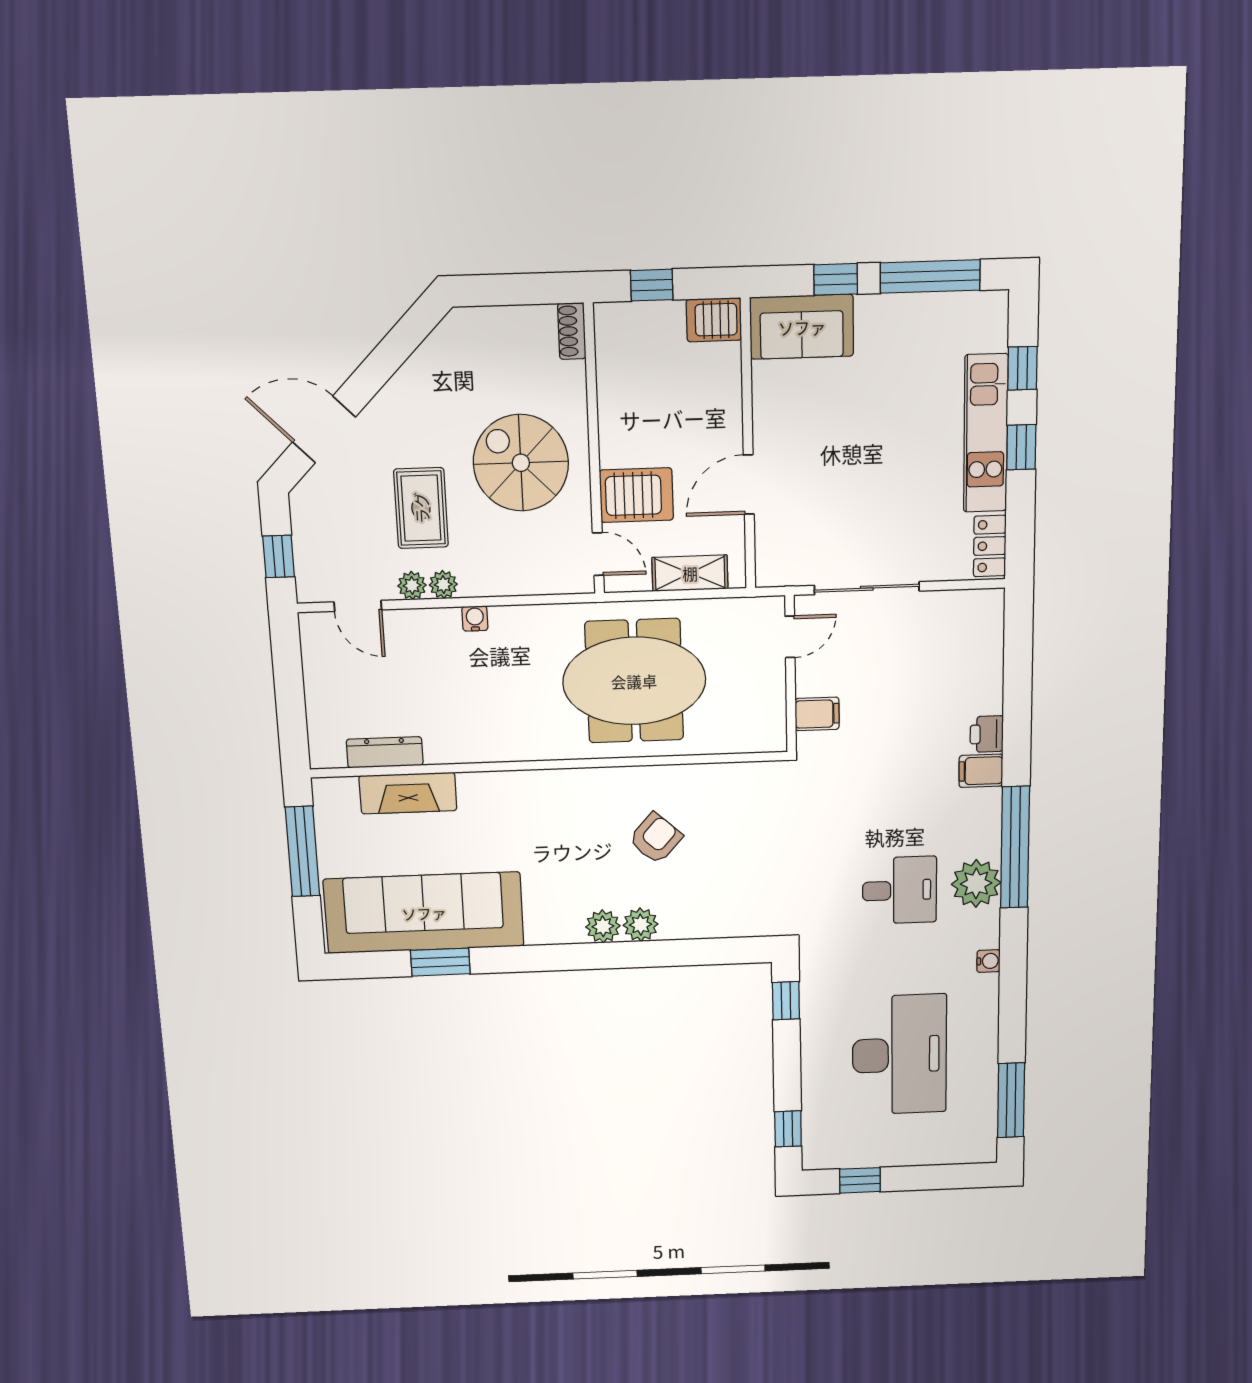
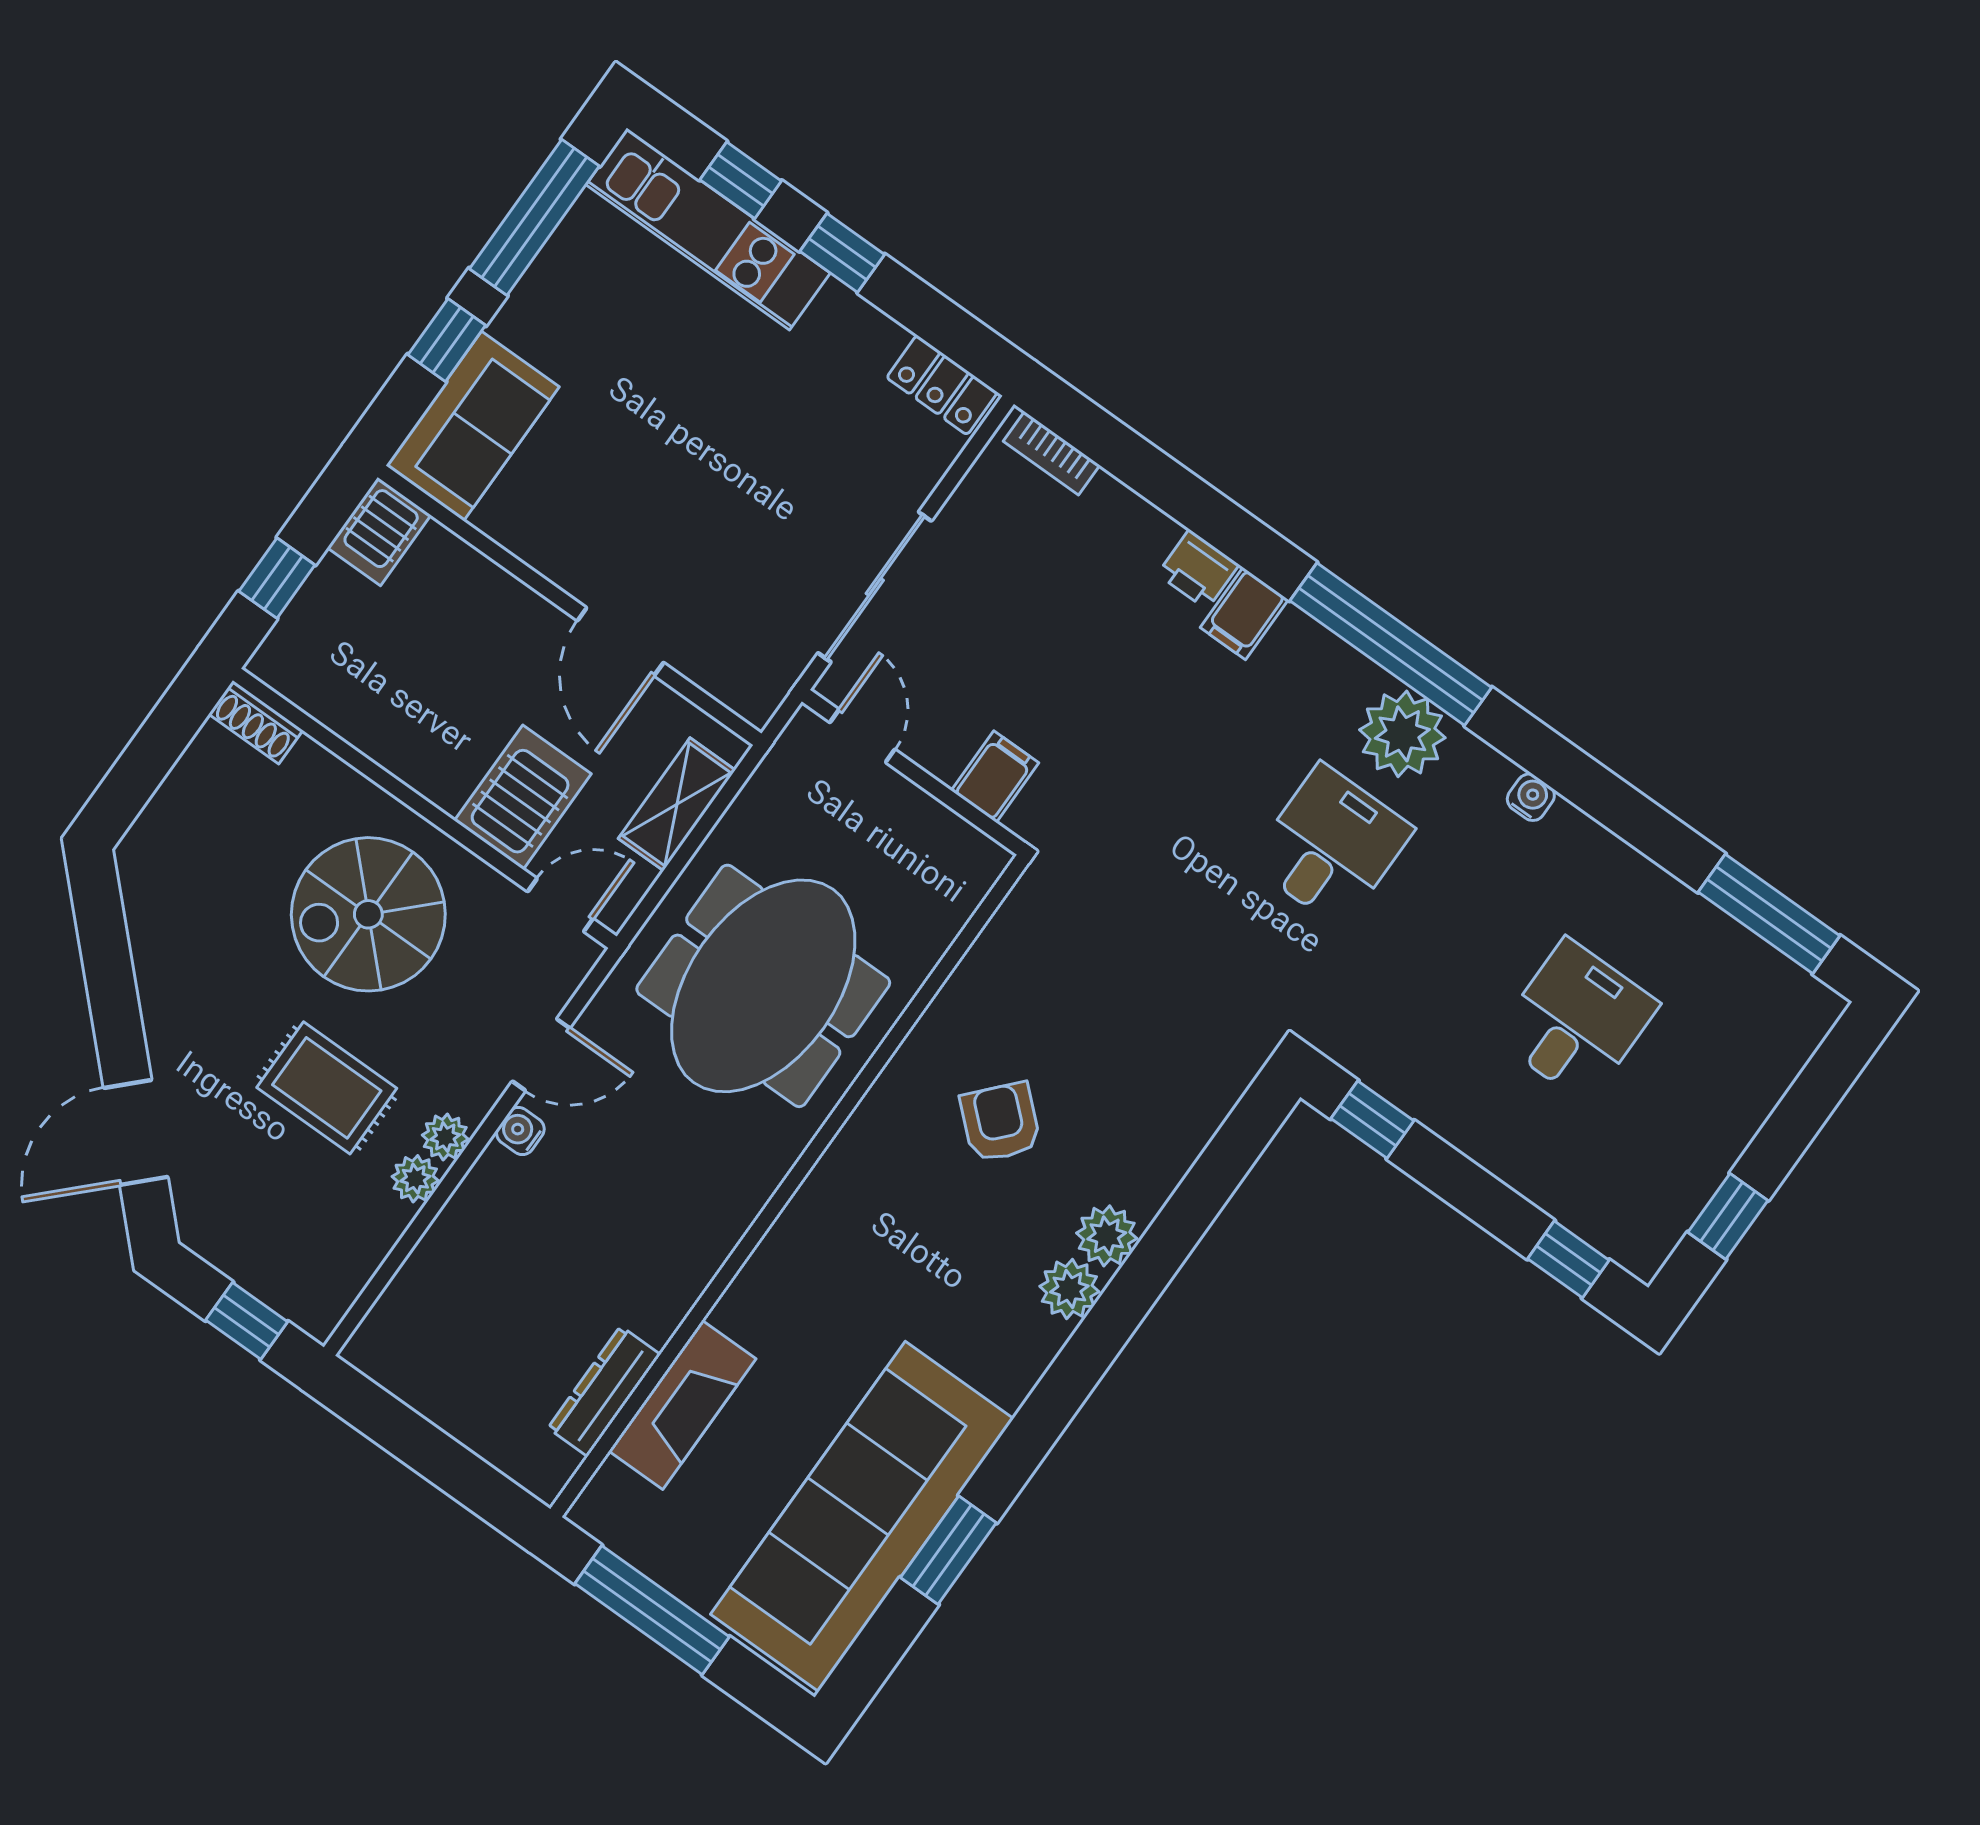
kitchen unit: (986, 433) -> (708, 229), moved
door: (358, 606) -> (541, 1055), moved
bookcase: (994, 624) -> (1051, 453), added
desk: (899, 1055) -> (1577, 1021), width x0.53, depth x0.77

